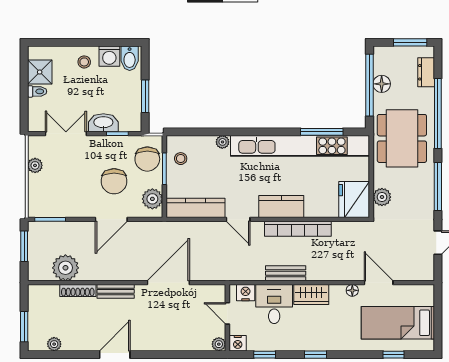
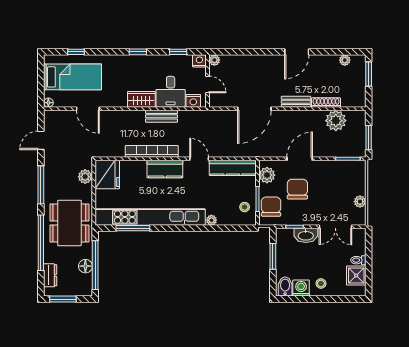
floor lamp: (352, 290) -> (48, 103), moved

